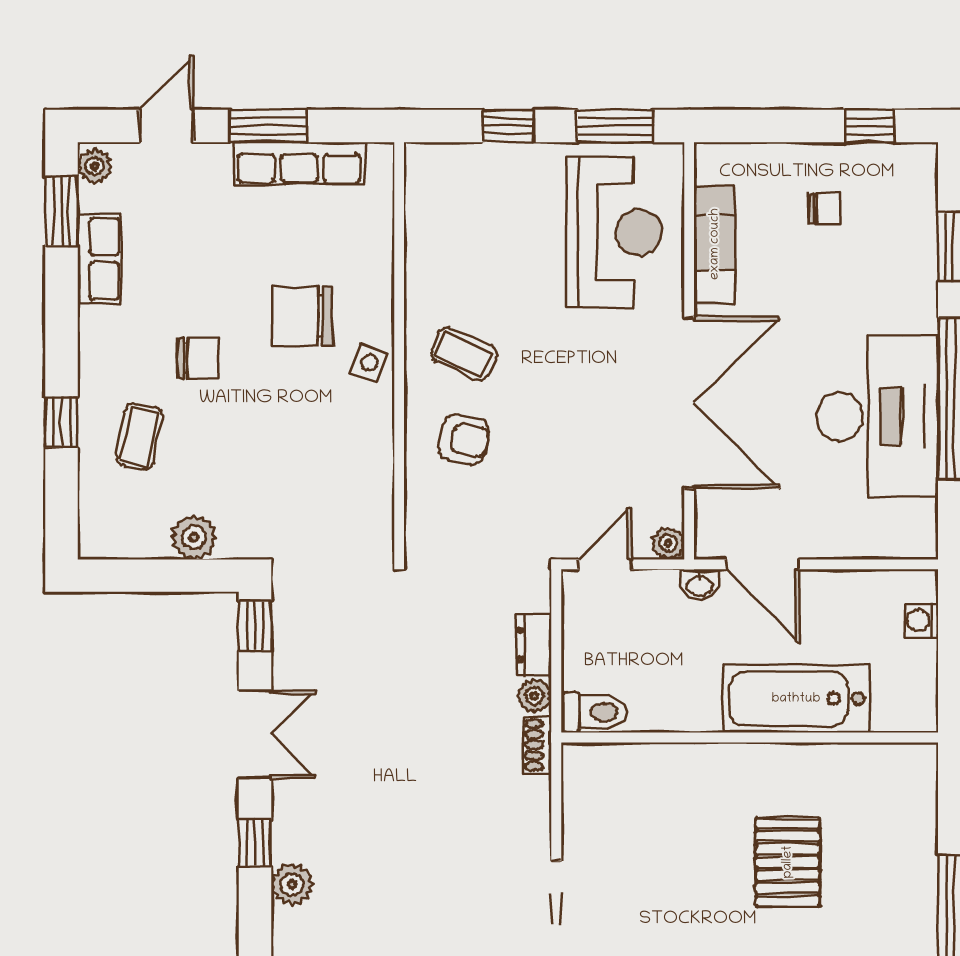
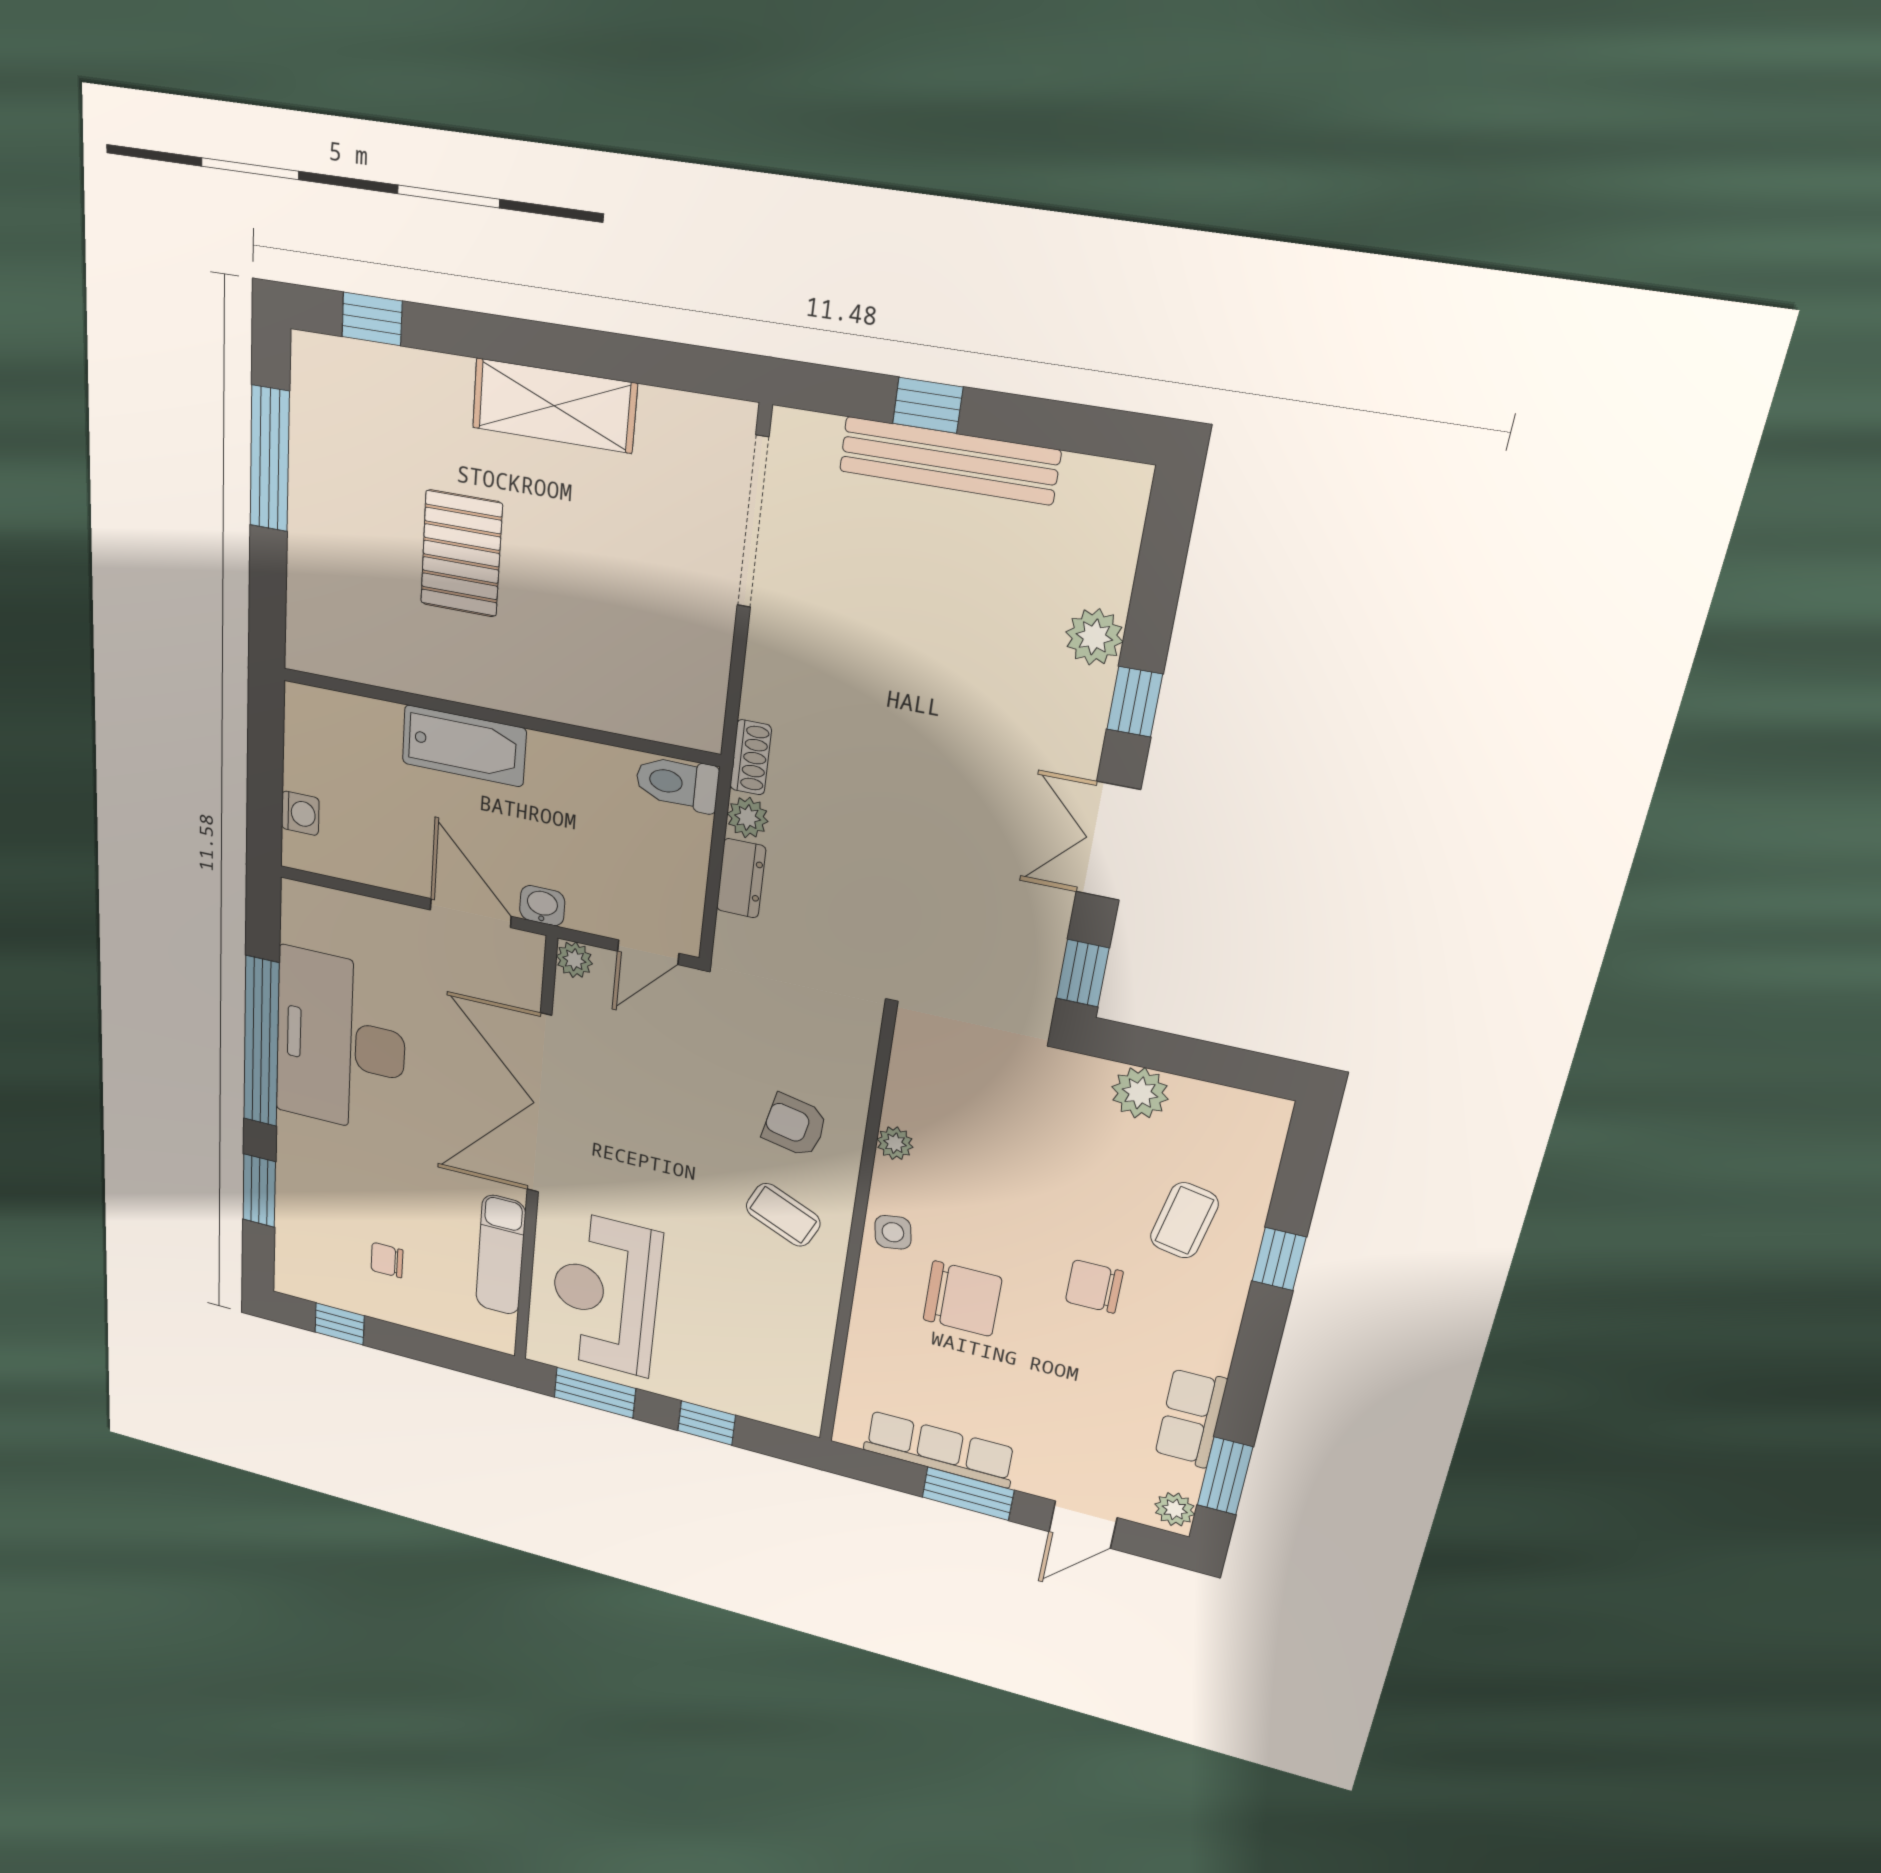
side table: (369, 363) -> (893, 1232), turned -30
plant: (379, 445) -> (895, 1143), added
bathtub: (796, 699) -> (464, 746), width x0.73, depth x0.73

